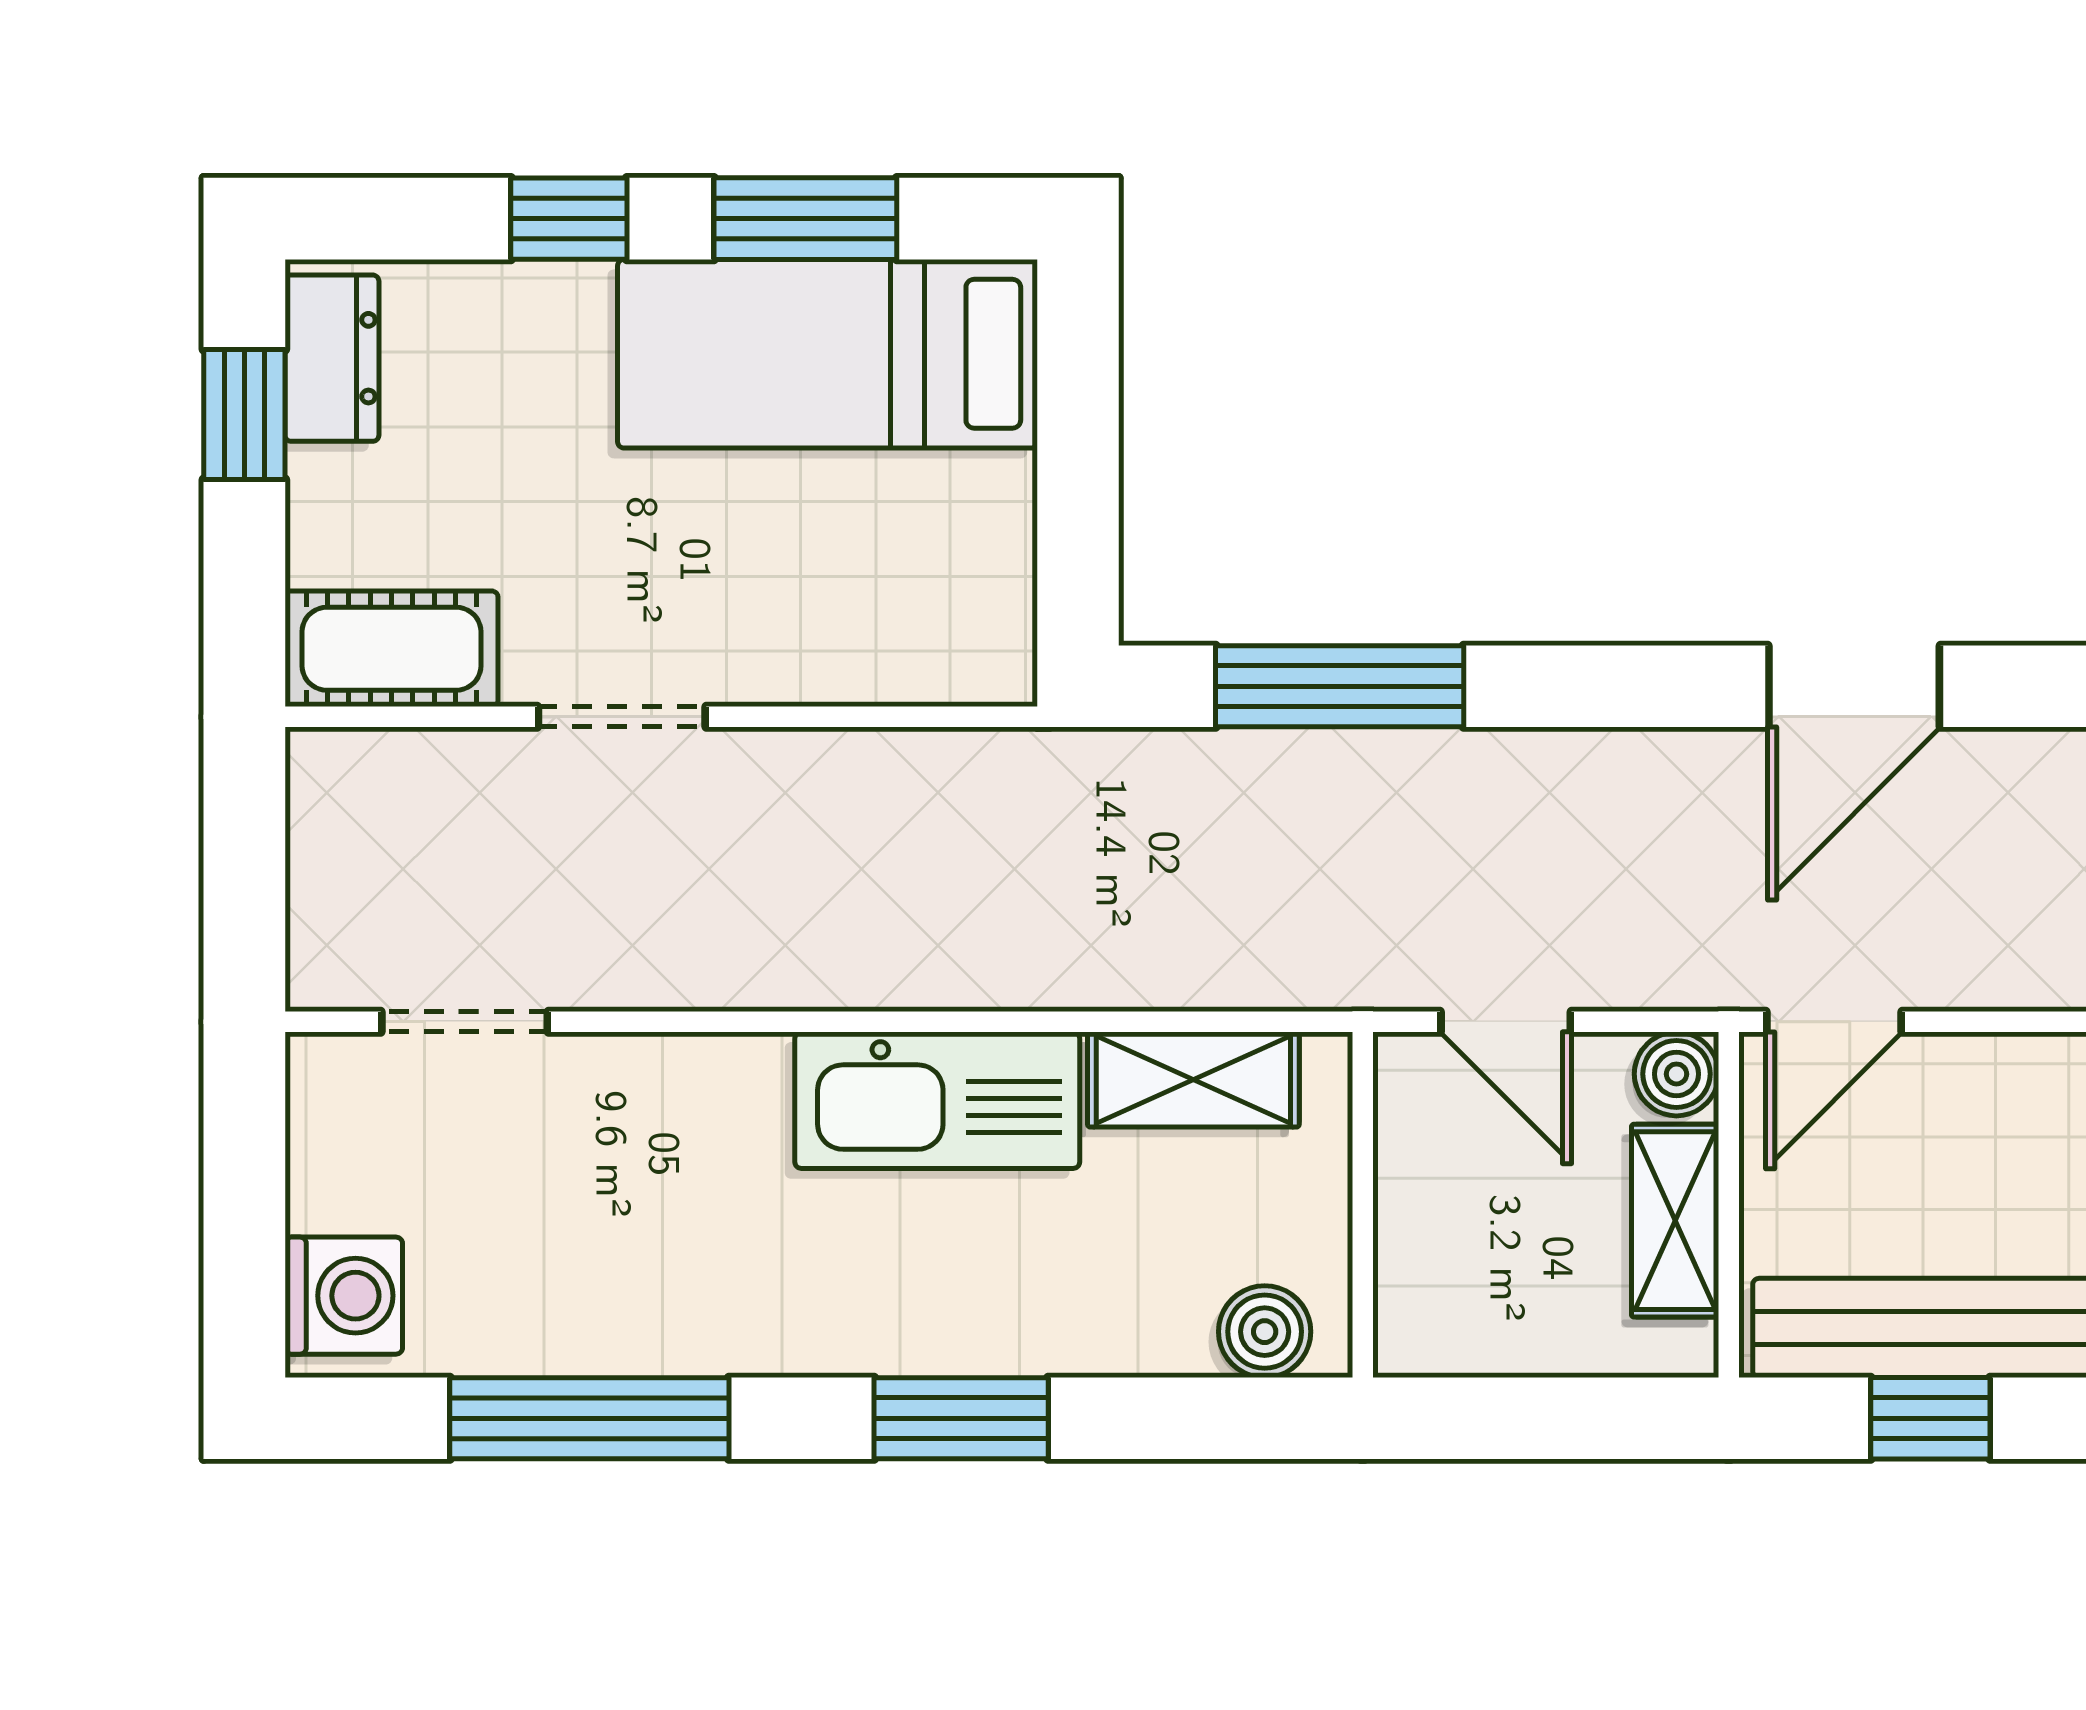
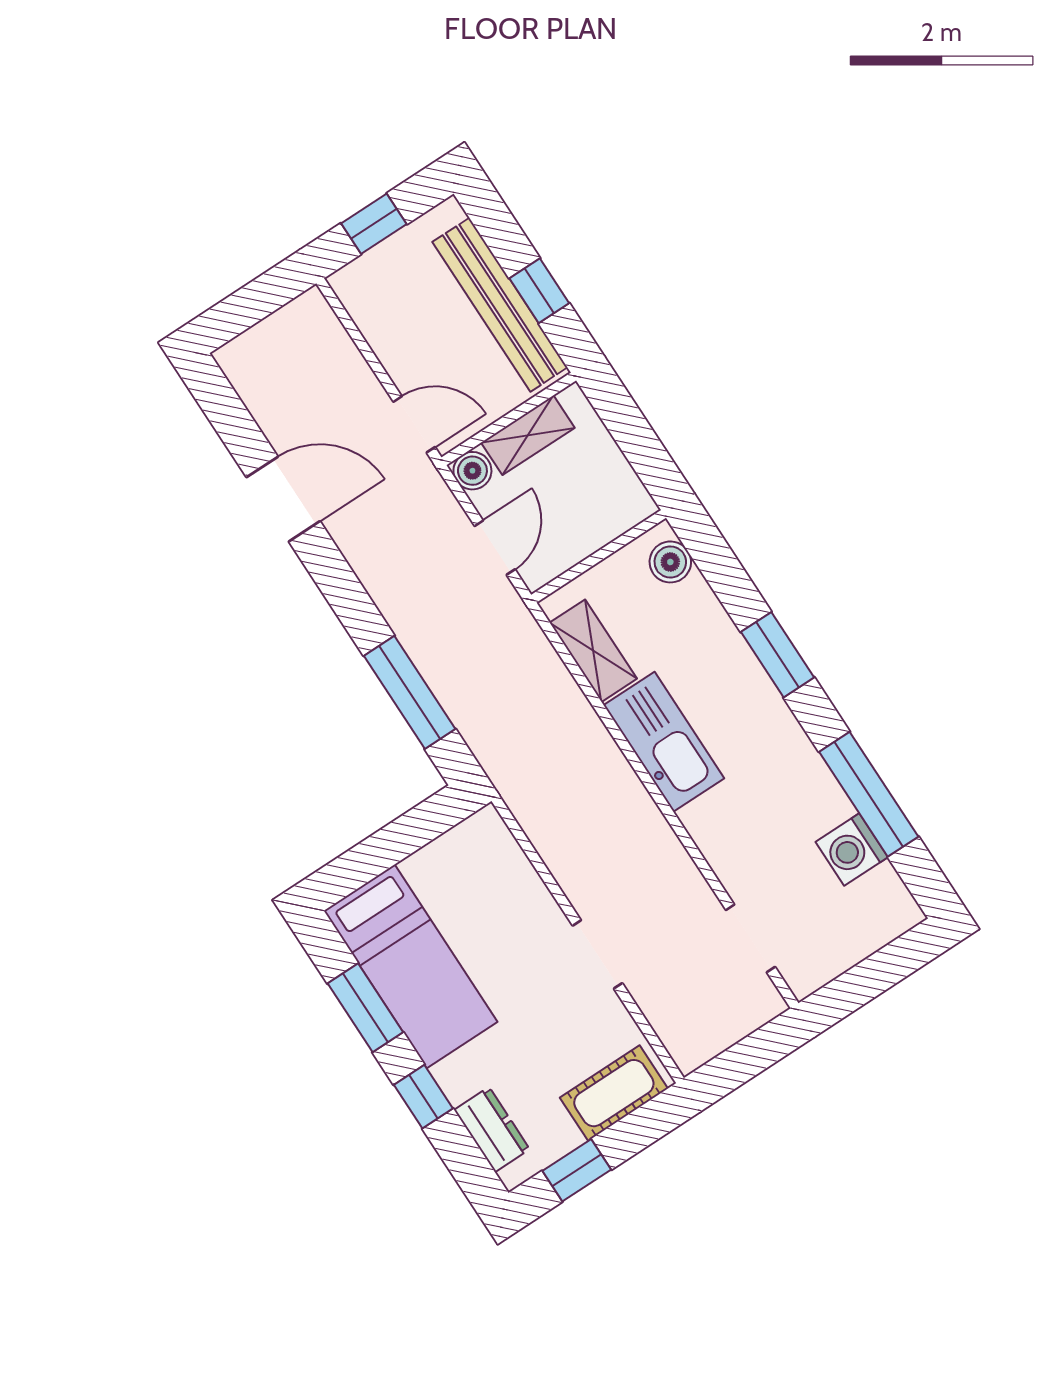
dresser: (332, 358) -> (492, 1130), moved, turned 90
cot: (391, 649) -> (614, 1093), moved, turned 90
washing machine: (344, 1296) -> (852, 850), moved, turned -90

